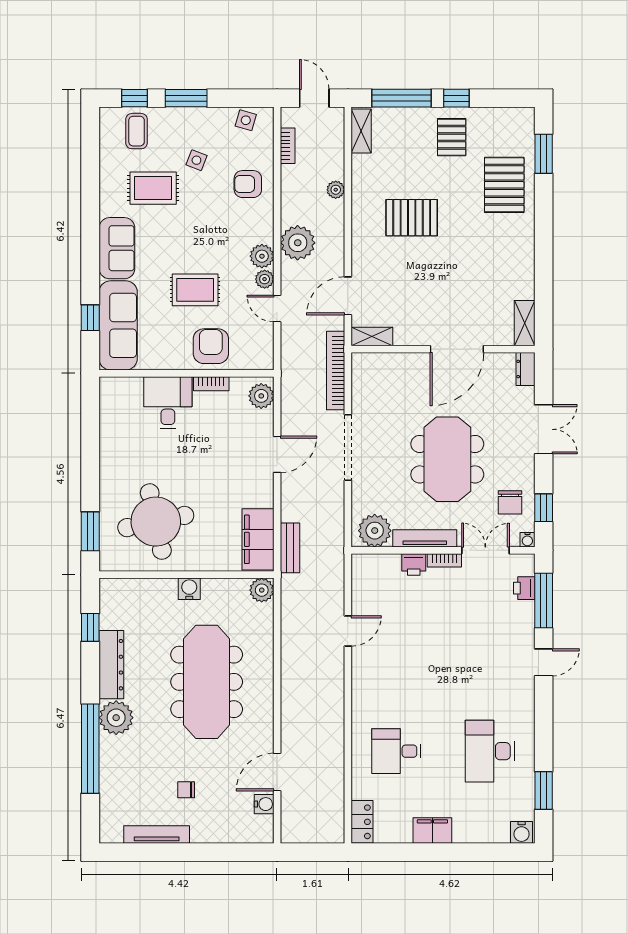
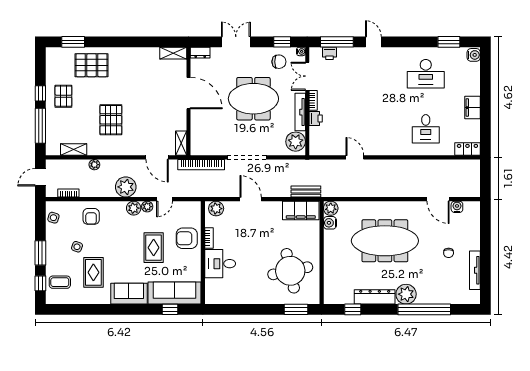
shelving: (361, 131) -> (74, 150), moved
pallet: (452, 137) -> (63, 96), turned 90
water cooler: (189, 589) -> (330, 223), moved

